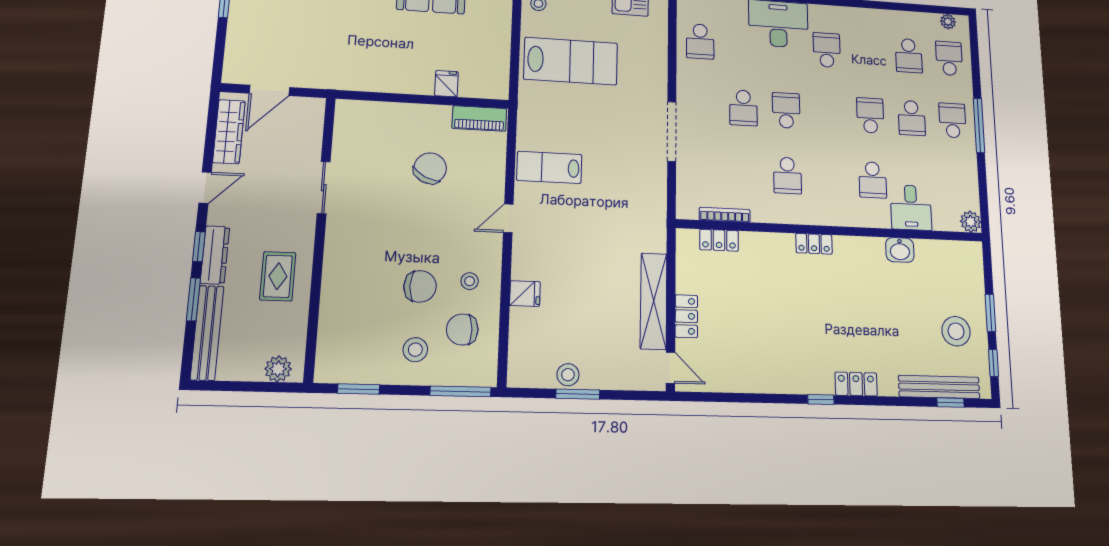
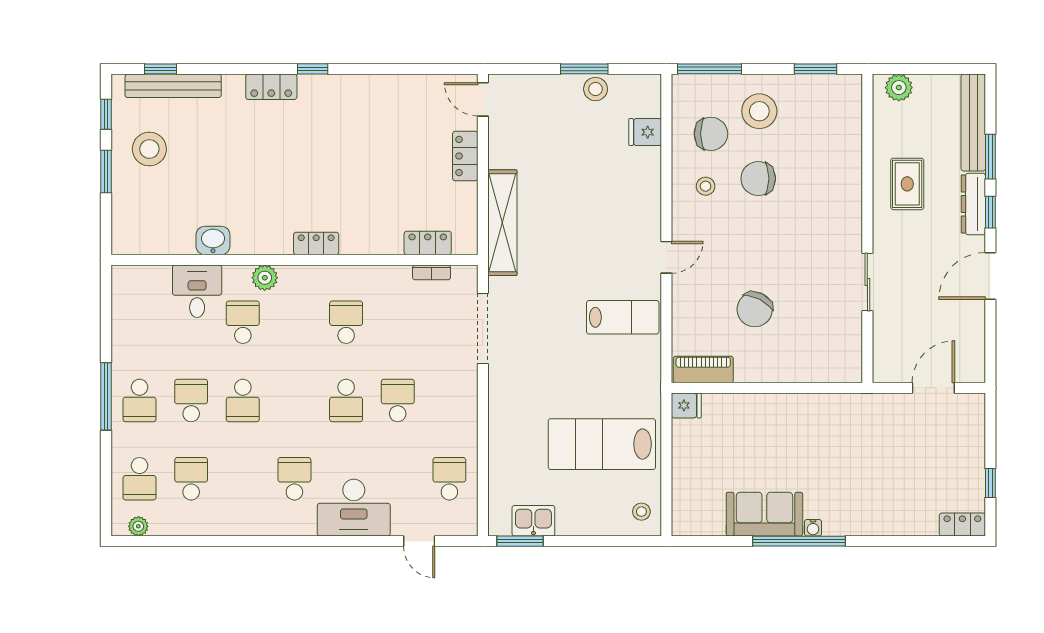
school desk: (827, 50) -> (294, 479), turned 180
fridge: (446, 84) -> (686, 405), moved, turned -90
doorway: (672, 131) -> (483, 328), moved
wardrobe: (229, 132) -> (972, 339), removed
door: (205, 188) -> (990, 276), width x1.38
bookcase: (725, 215) -> (432, 272), width x0.64
plant: (971, 222) -> (265, 278), moved
fridge: (525, 294) -> (645, 132), moved
shelving: (654, 301) -> (502, 223), moved
stool: (415, 350) -> (759, 111), width x1.38, depth x1.38

